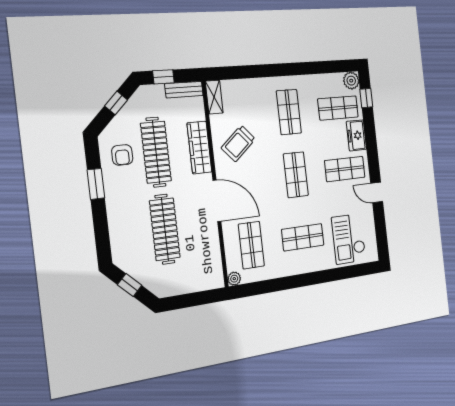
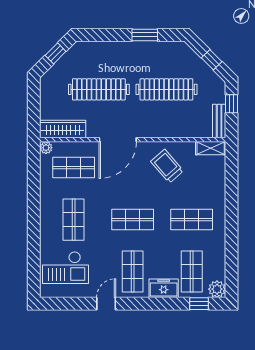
wardrobe: (199, 147) -> (63, 129), moved
armchair: (122, 155) -> (167, 60), removed
checkout: (349, 239) -> (65, 268), turned 180

